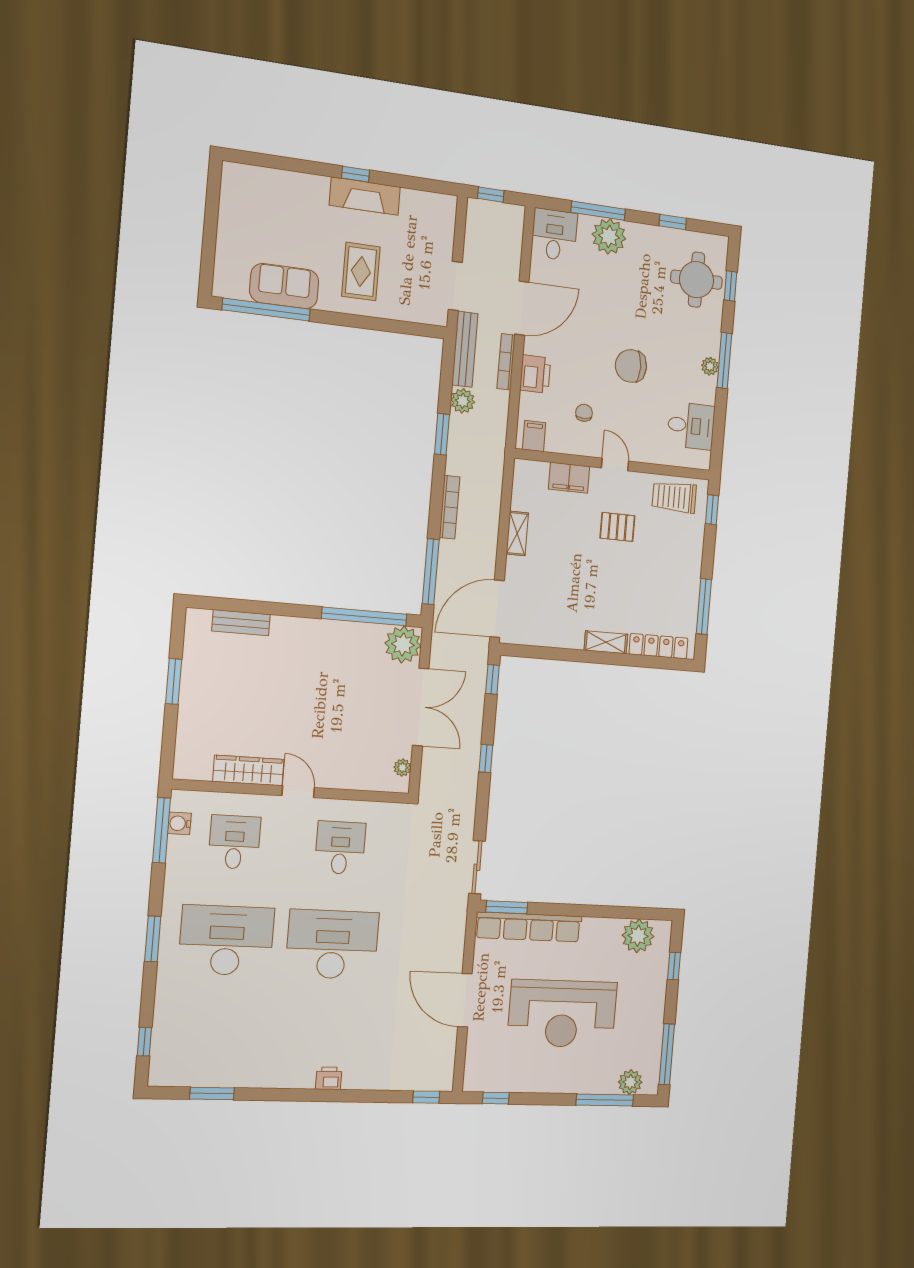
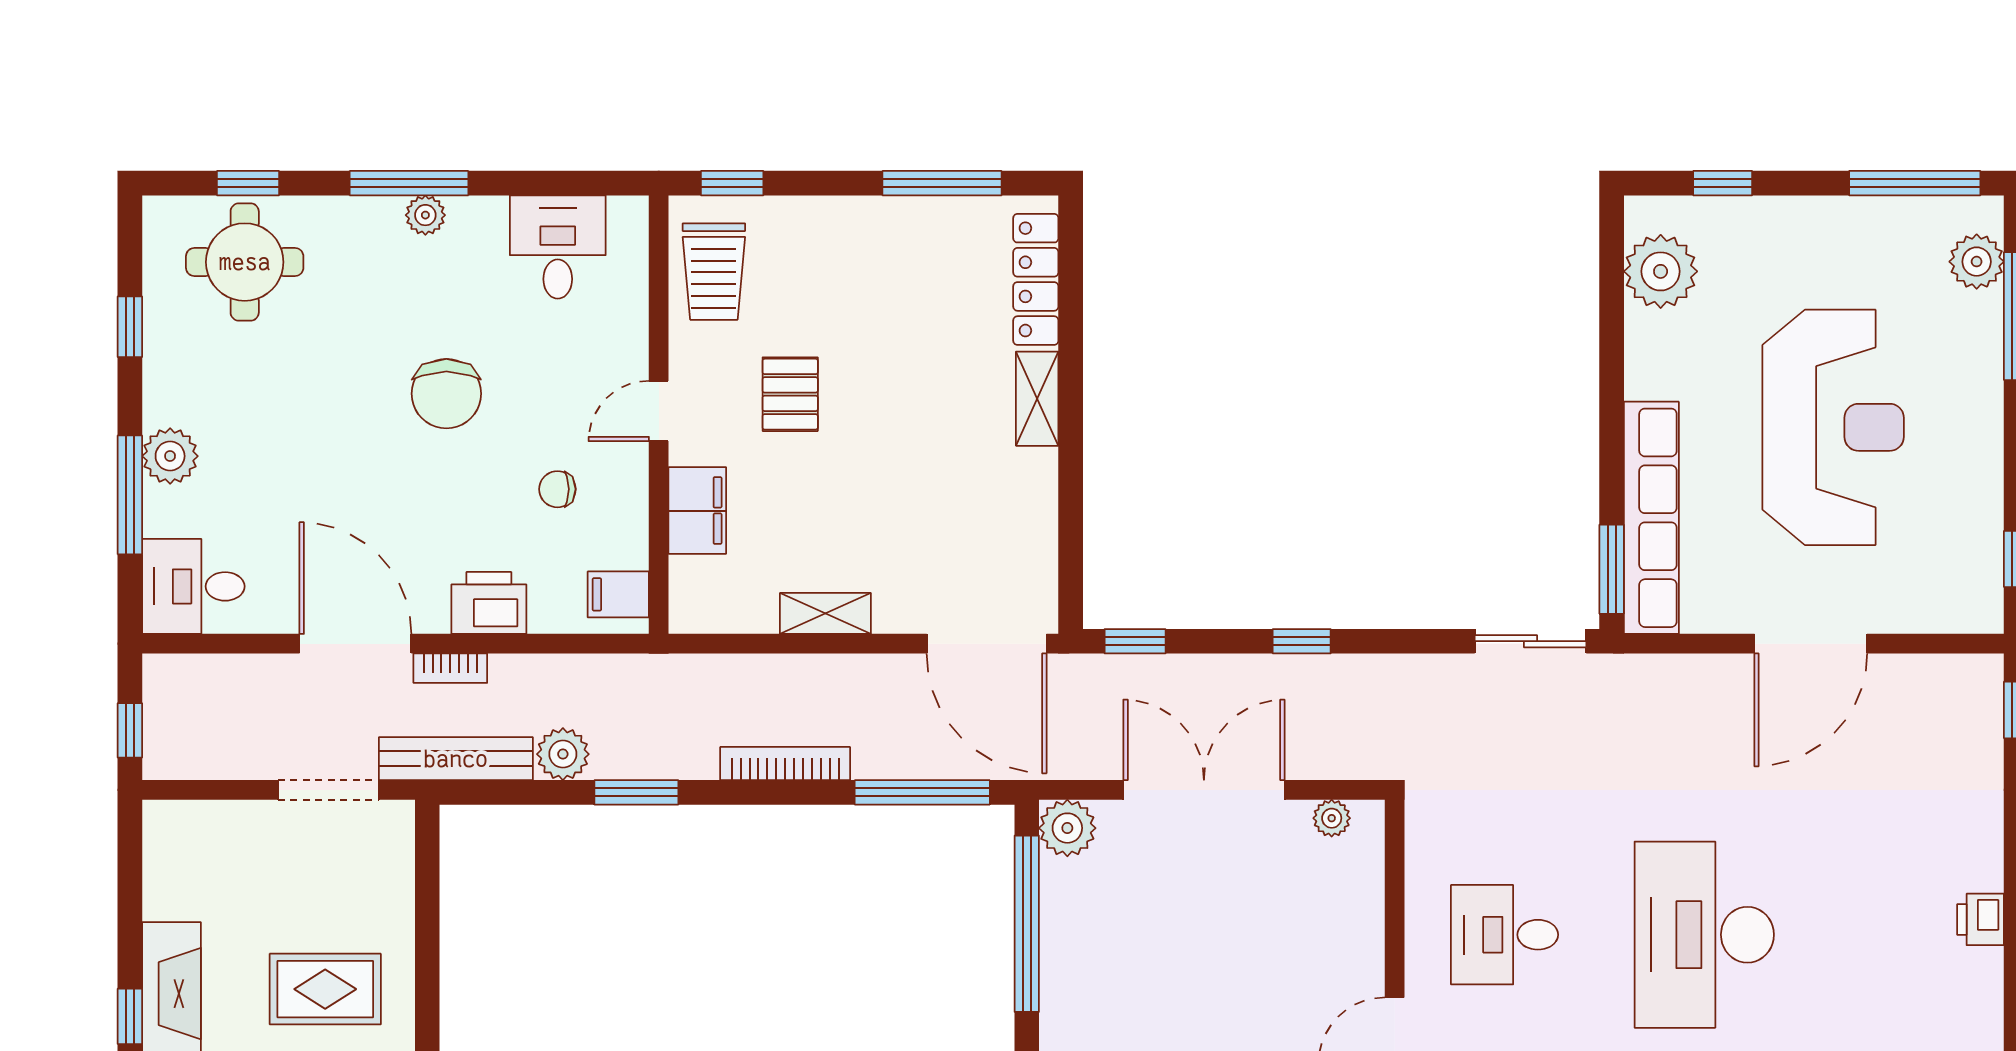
plant: (609, 236) -> (170, 456), width x0.73, depth x0.73
bookcase: (506, 362) -> (450, 668), width x0.64
plant: (403, 645) -> (1067, 828), width x0.73, depth x0.73

